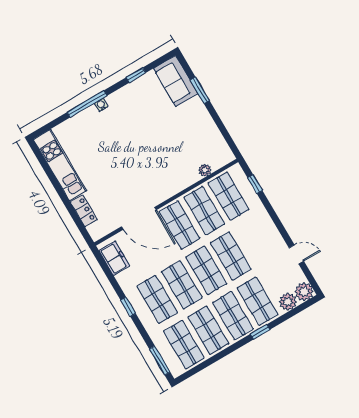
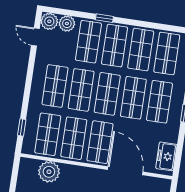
plant: (205, 170) -> (49, 172), width x1.87, depth x1.87
shop shelf: (255, 241) -> (55, 86), added
door: (296, 254) -> (35, 37), moved

